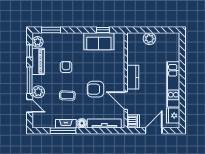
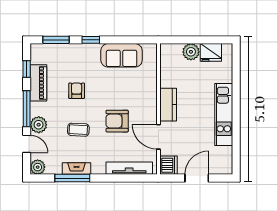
window: (103, 30) -> (91, 40), moved
plant: (38, 42) -> (38, 167), moved
fridge: (173, 115) -> (211, 52), moved, turned -90
floor lamp: (82, 123) -> (98, 168), removed

